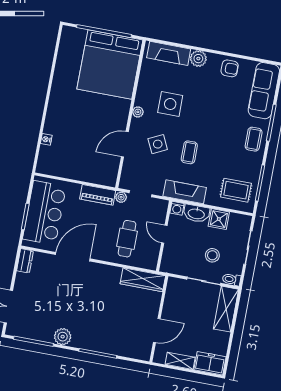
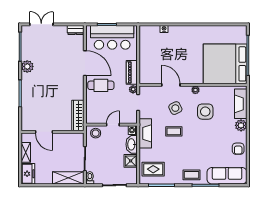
rug: (236, 190) -> (153, 169), turned 90
cafe table: (127, 239) -> (101, 85), moved
stool: (212, 255) -> (96, 133), moved

